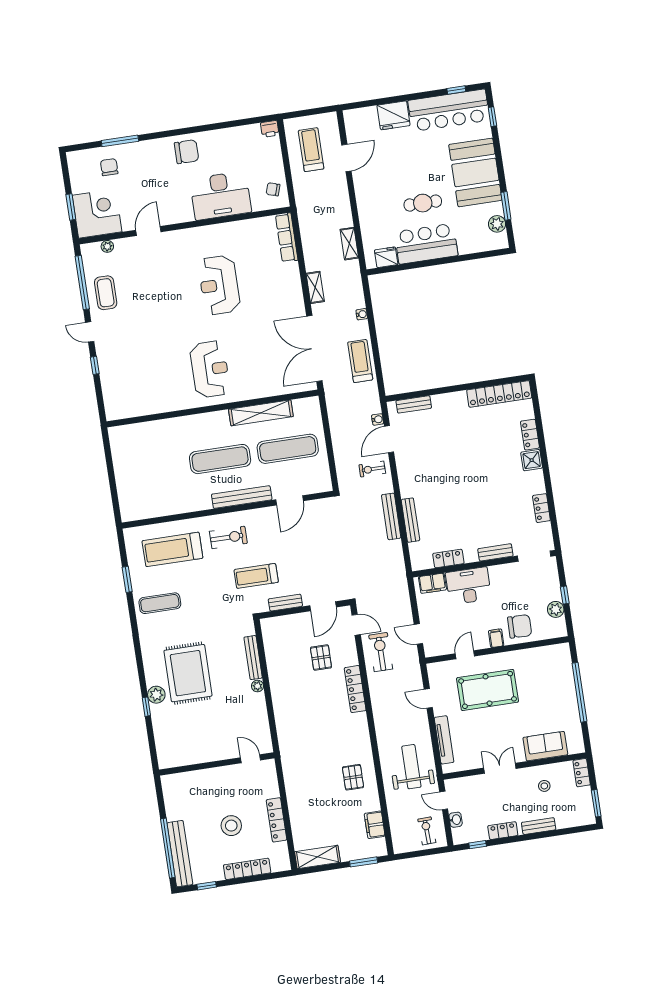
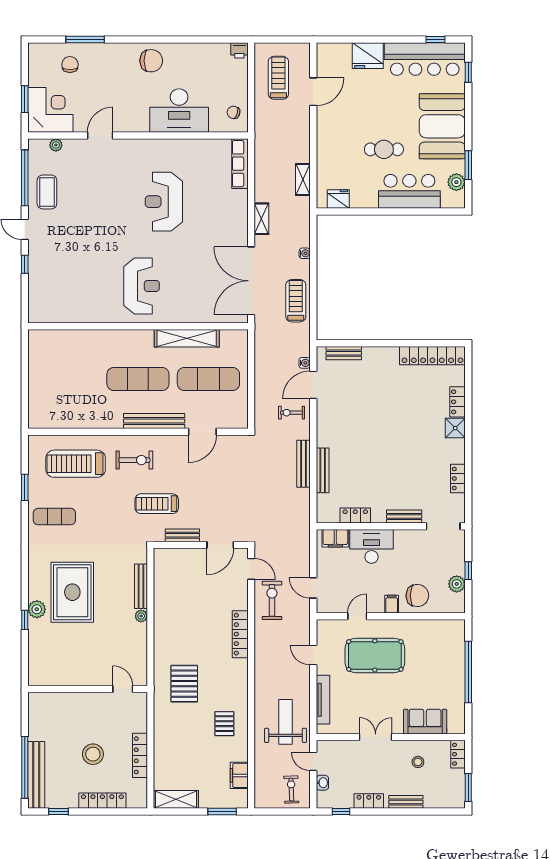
bar counter: (426, 244) -> (409, 191), moved
pallet: (321, 657) -> (184, 684), moved, width x1.50, depth x1.42

